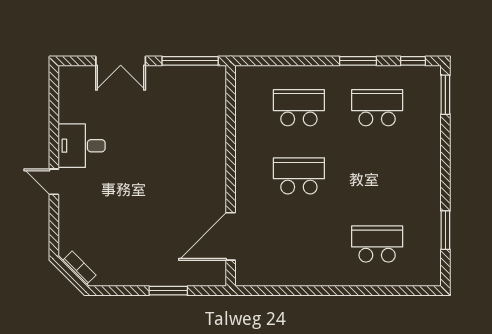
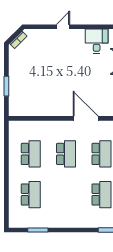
desk: (82, 146) -> (97, 41), moved
door: (231, 236) -> (86, 118), moved
school desk: (299, 244) -> (31, 154), added

